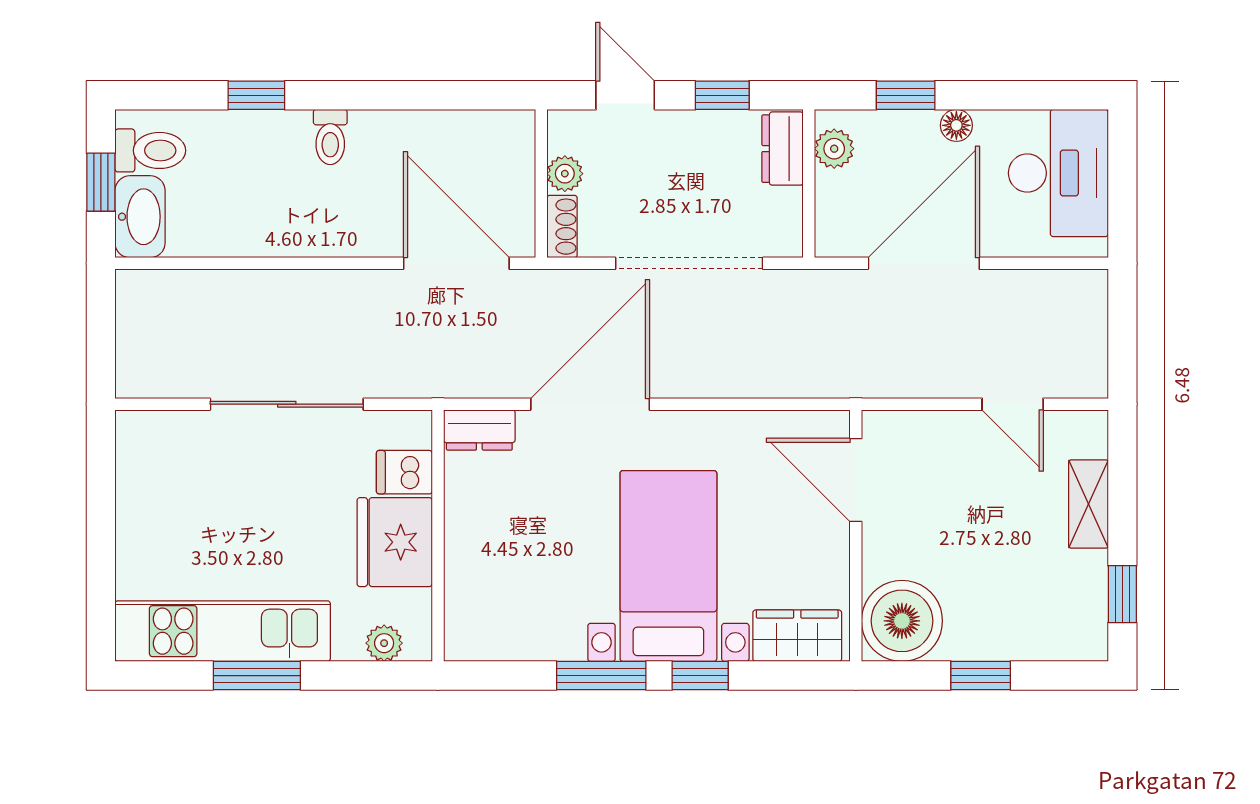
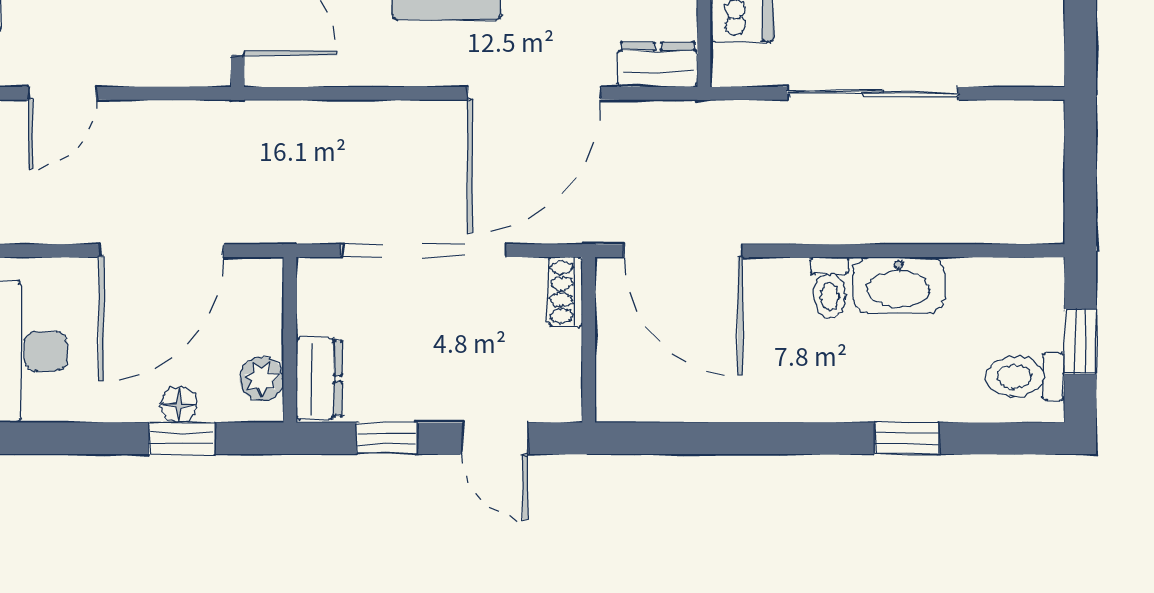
floor lamp: (956, 125) -> (179, 405), moved
toilet: (330, 137) -> (830, 288), moved, turned 180
plant: (565, 174) -> (562, 351), removed
washbasin: (140, 217) -> (898, 285), moved, turned -90
door: (1013, 404) -> (62, 93), swing flipped

